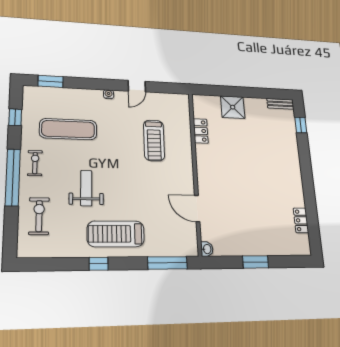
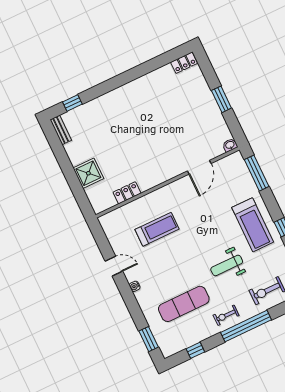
exercise mat: (68, 129) -> (184, 304), turned 90
locker: (301, 220) -> (184, 63), moved

